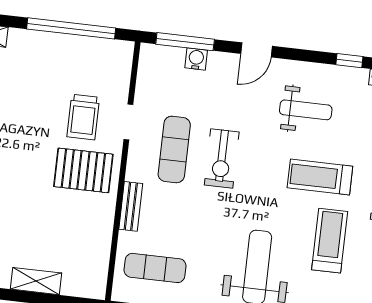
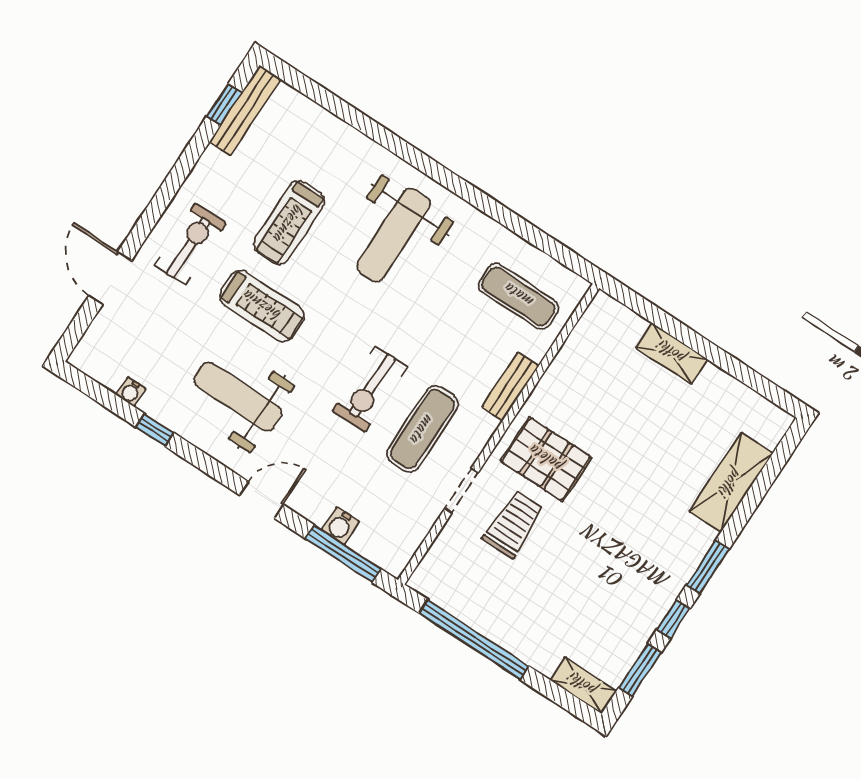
weight bench: (306, 110) -> (238, 397), width x1.36, depth x1.33
exercise bike: (222, 158) -> (370, 389), turned 180

